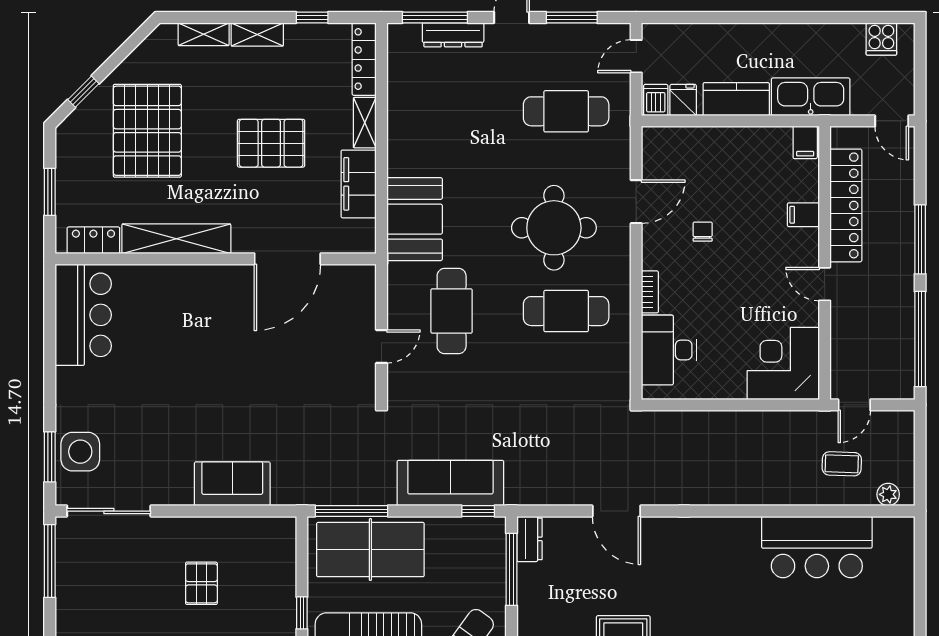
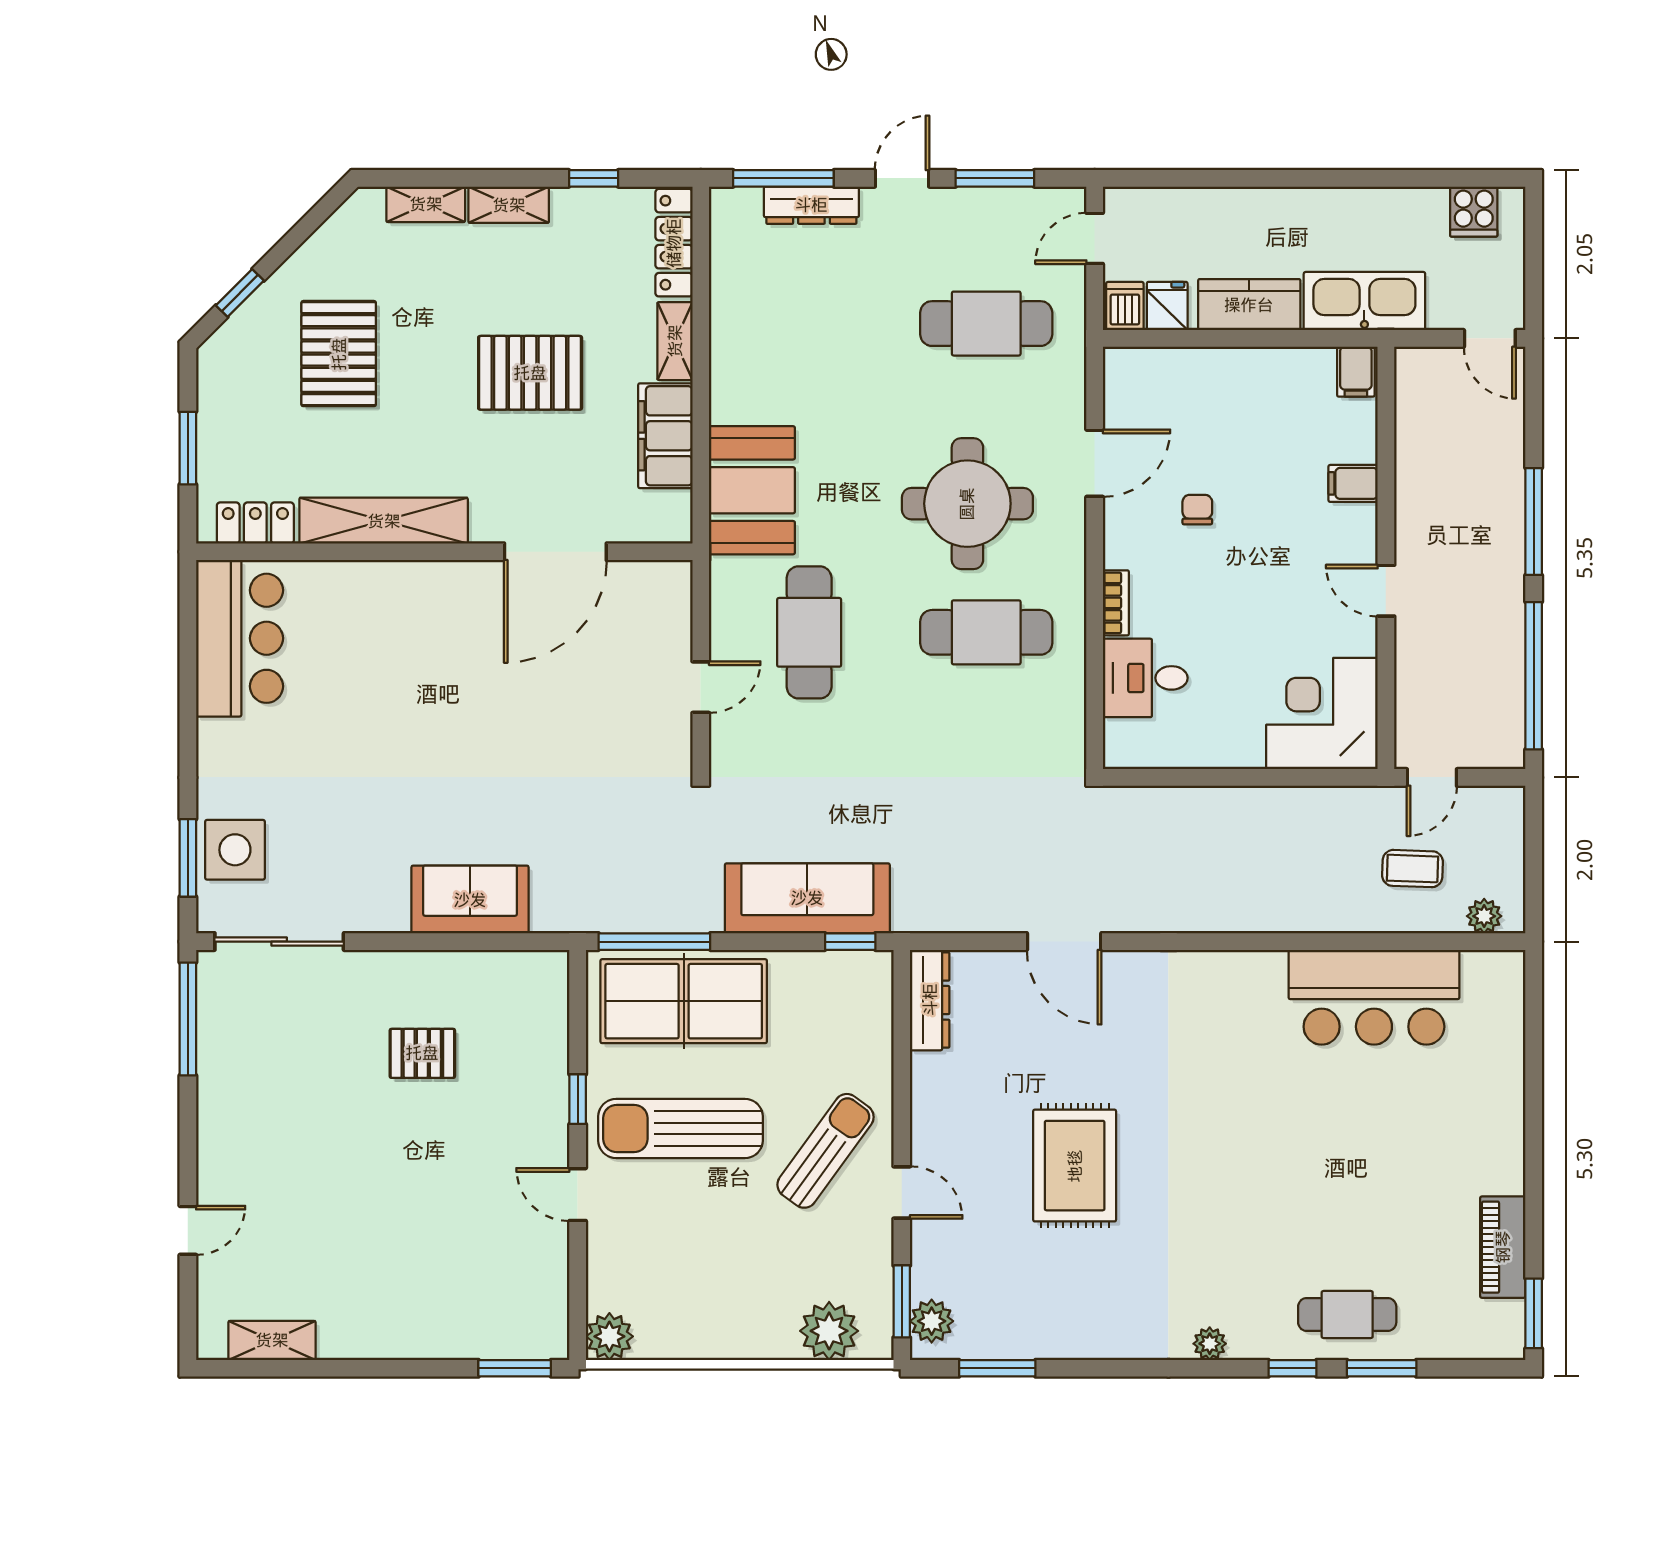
pallet: (147, 131) -> (339, 354), width x0.73, depth x0.71
locker: (846, 205) -> (1419, 469), removed
desk: (669, 350) -> (1145, 678), width x0.73
dresser: (530, 539) -> (930, 1000), width x1.44
window: (511, 569) -> (902, 1032), removed
pallet: (201, 583) -> (422, 1053), turned 90

